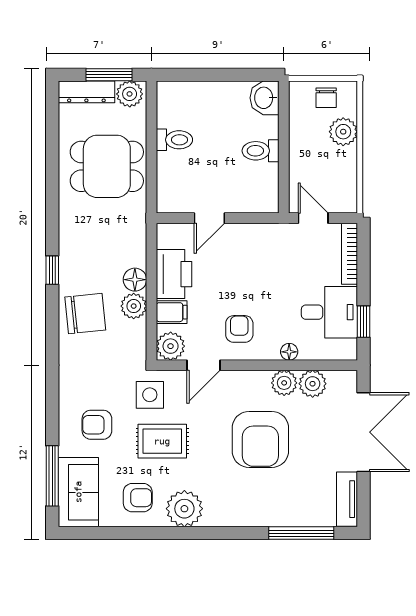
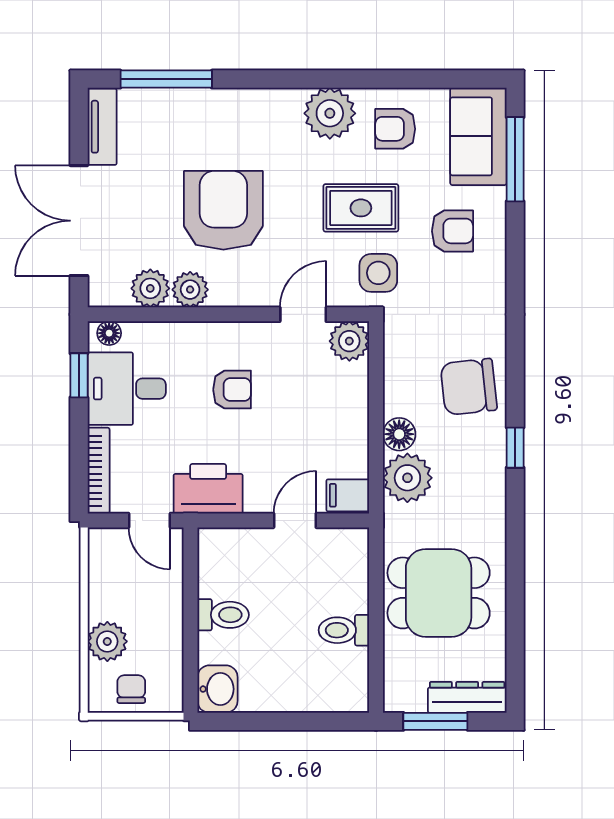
plant: (130, 94) -> (407, 694), removed
printer: (174, 274) -> (208, 489), moved, turned 90
plant: (134, 306) -> (407, 478), moved, width x1.36, depth x1.36
filing cabinet: (172, 312) -> (348, 495), moved
armchair: (239, 329) -> (232, 390), moved, turned -90
floor lamp: (289, 352) -> (109, 333), moved

